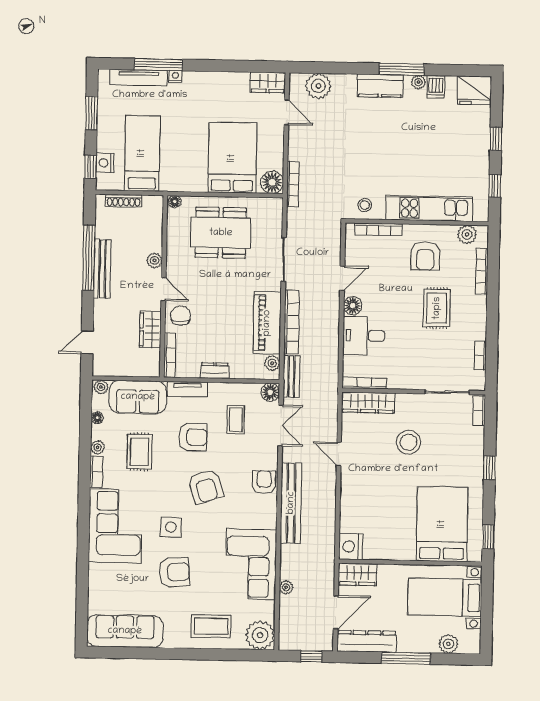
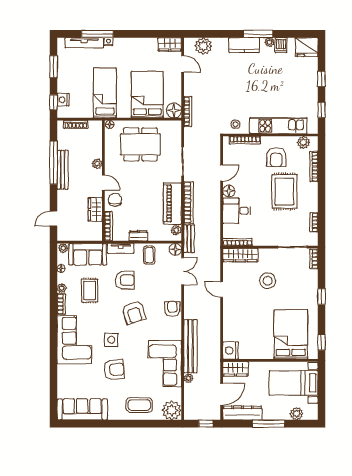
bed: (142, 153) -> (105, 93), moved
rug: (437, 308) -> (284, 191), width x1.36, depth x1.43
coffee table: (236, 420) -> (149, 255), moved
bench: (291, 503) -> (190, 346), moved

